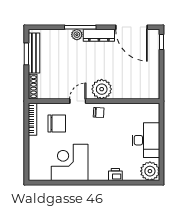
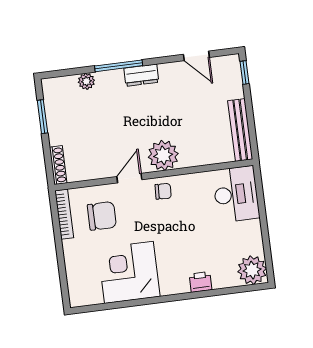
door: (131, 27) -> (196, 56), width x0.53
plant: (77, 35) -> (86, 81), moved
dresser: (99, 35) -> (141, 75), width x0.70
bench: (34, 53) -> (240, 130), moved
desk: (146, 140) -> (236, 194), moved

